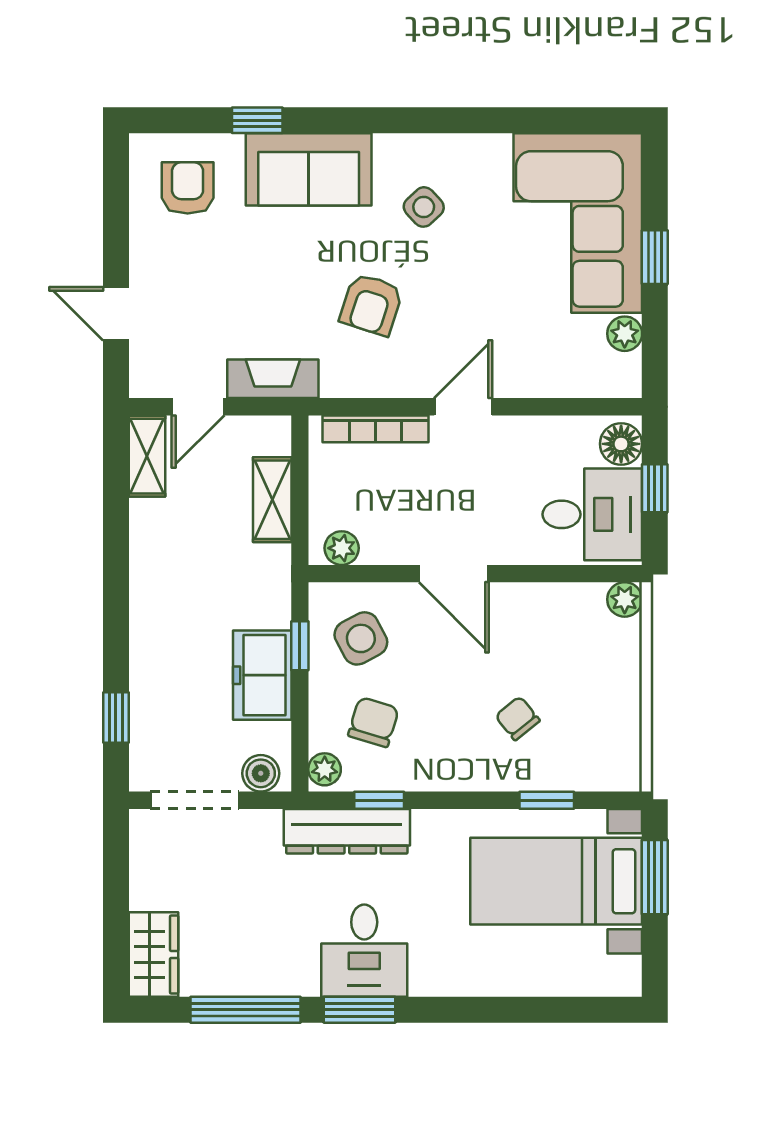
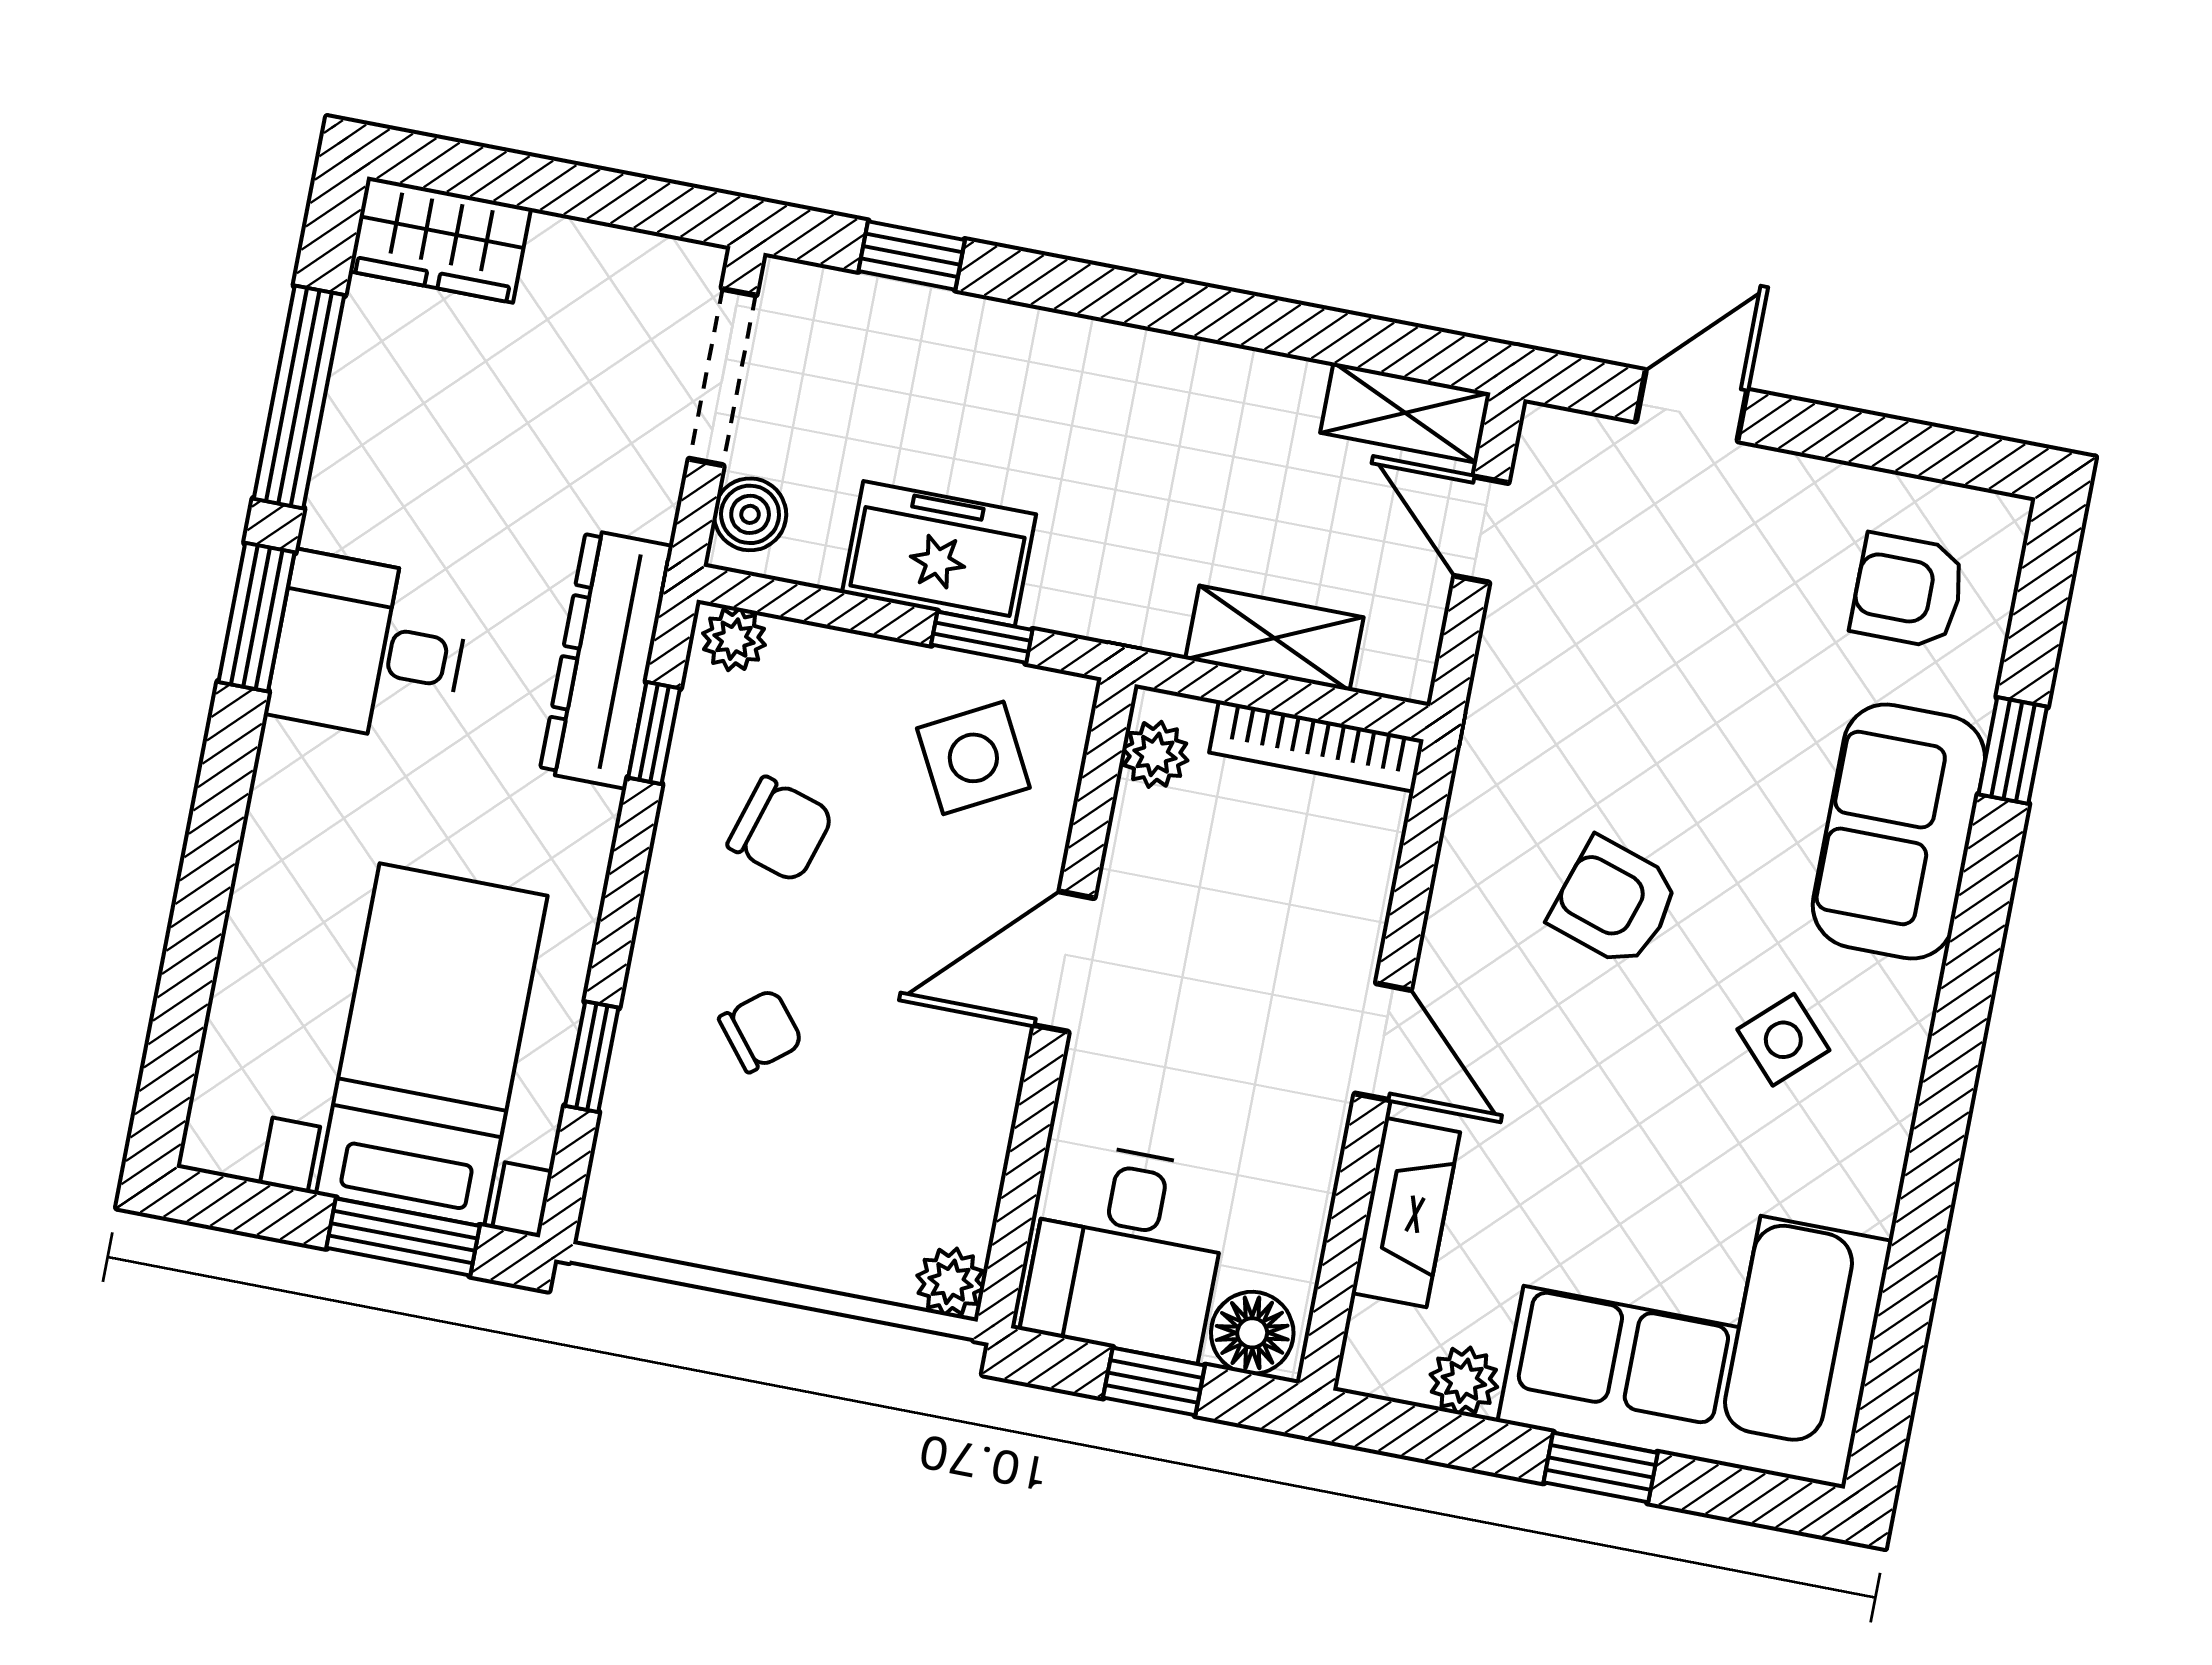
armchair: (188, 188) -> (1908, 591), turned 180
fireplace: (273, 379) -> (1406, 1213), moved
bookcase: (376, 429) -> (1316, 746), moved, turned -90
chair: (373, 722) -> (781, 830), moved

